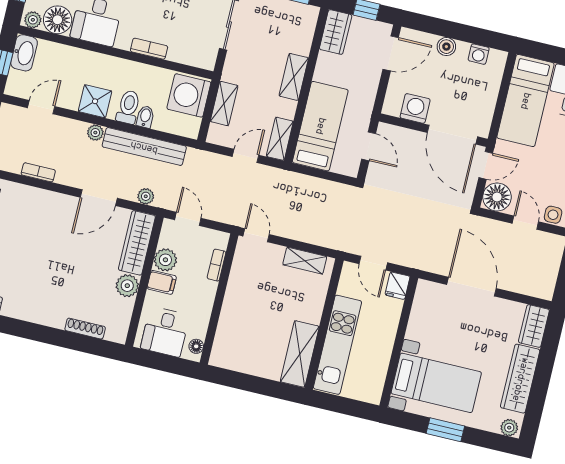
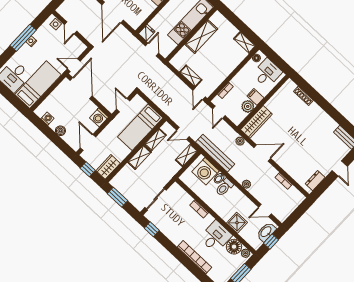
washbasin: (24, 53) -> (266, 232), moved
door: (391, 53) -> (88, 142), hinge flipped
washing machine: (189, 95) -> (206, 171), moved, turned 90
shower: (95, 101) -> (237, 223), moved
shelving: (224, 103) -> (187, 155), moved
washing machine: (415, 108) -> (99, 117), moved
shelving: (280, 139) -> (155, 140), moved
bench: (144, 147) -> (215, 153), moved
floor lamp: (497, 197) -> (77, 47), removed
door: (188, 219) -> (219, 112), moved
shelving: (305, 261) -> (191, 76), moved
plant: (127, 286) -> (272, 105), removed
shelving: (300, 354) -> (201, 37), moved
shelving: (230, 360) -> (245, 43), added

